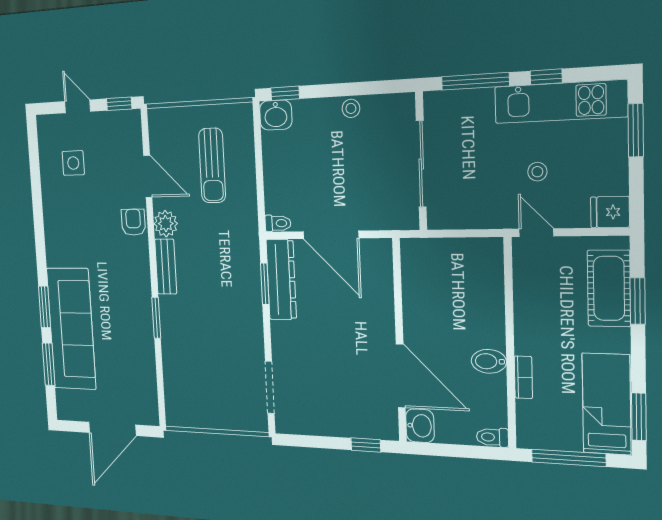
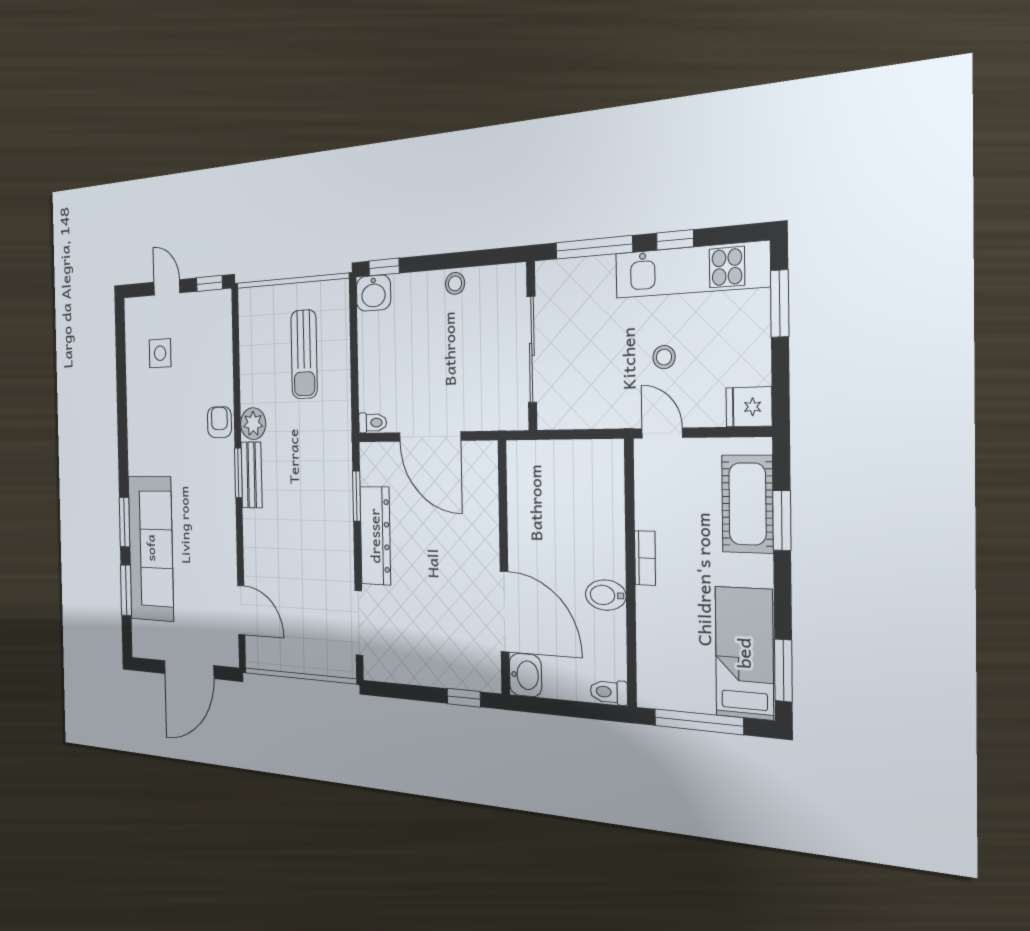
door: (148, 176) -> (241, 610), moved
dresser: (281, 279) -> (375, 536), moved
window: (156, 318) -> (238, 473), moved
bookcase: (523, 377) -> (645, 558), moved

